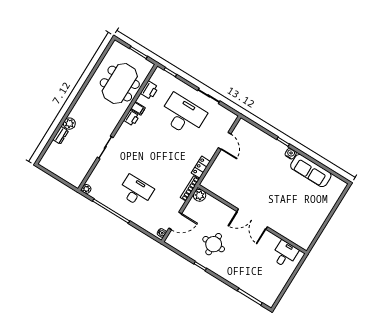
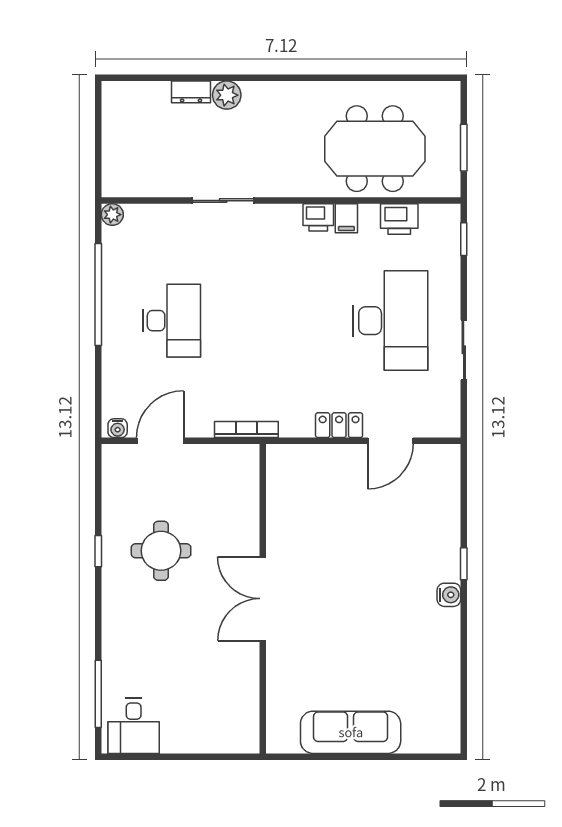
locker: (201, 167) -> (339, 425), moved
sofa: (311, 171) -> (351, 732), moved, turned 90
plant: (200, 195) -> (245, 459), removed
door: (175, 221) -> (160, 441), swing flipped
desk: (285, 254) -> (134, 726), moved, turned 90

